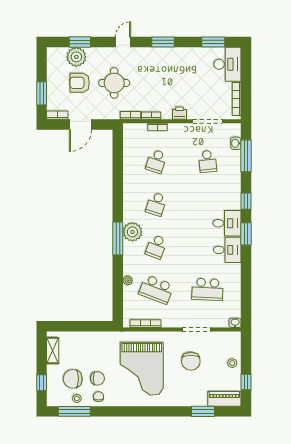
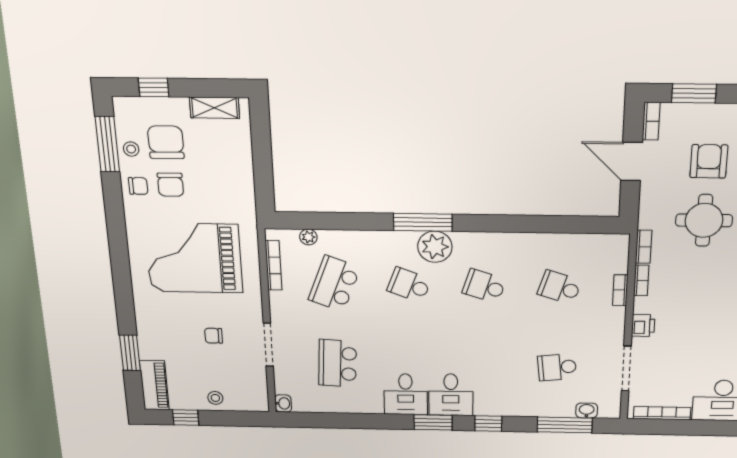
plant: (128, 280) -> (308, 237), moved
chair: (191, 361) -> (214, 336), width x0.54, depth x0.54

